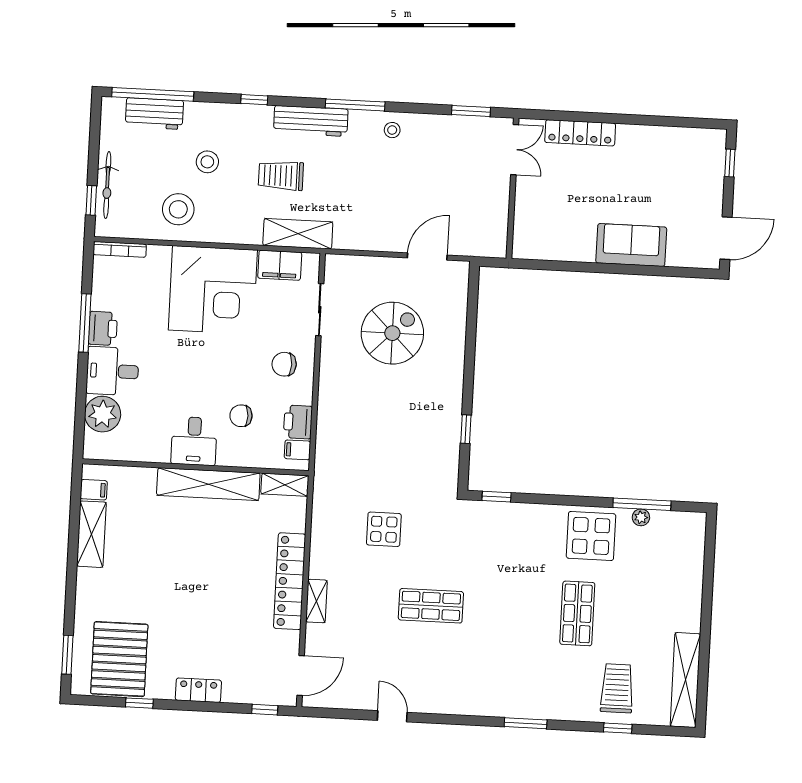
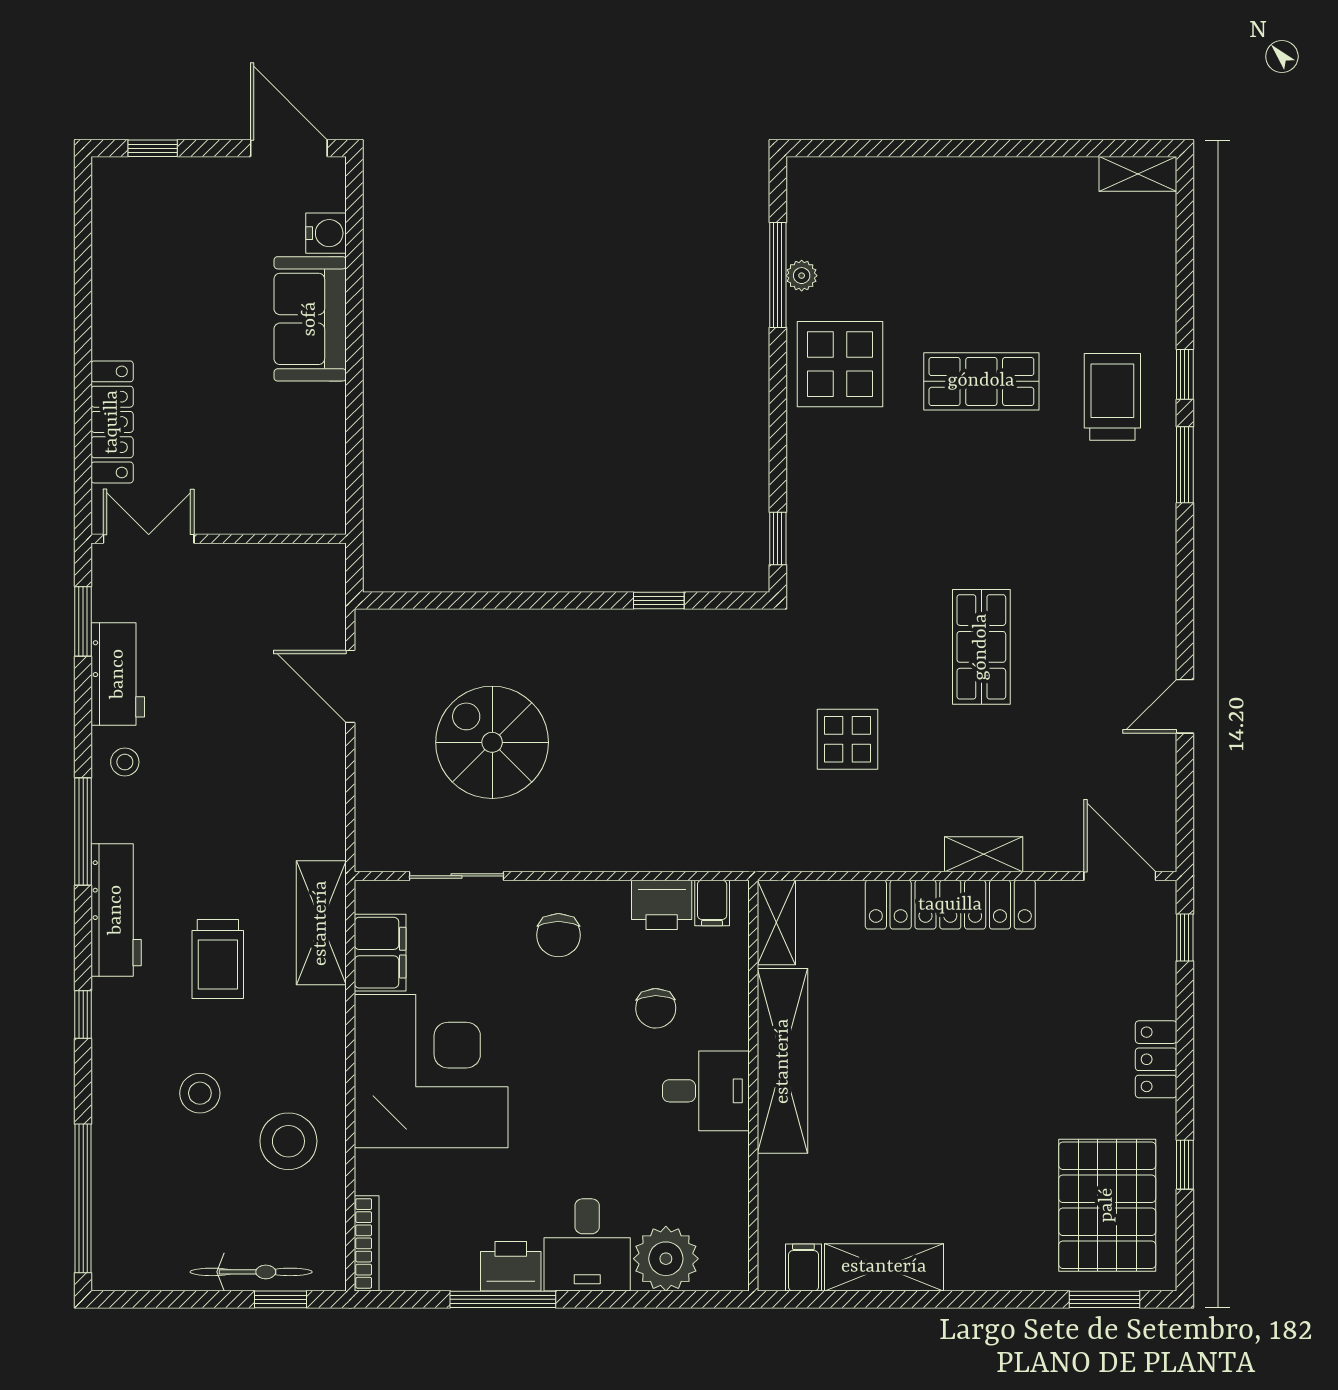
workbench: (154, 114) -> (118, 674), moved
water cooler: (678, 256) -> (326, 233), added
pallet: (119, 659) -> (1107, 1205), turned 90
shelving: (685, 680) -> (1138, 174), width x0.45, depth x0.75
trolley: (617, 688) -> (1112, 397), moved, turned 90
window: (618, 728) -> (1185, 374), moved

